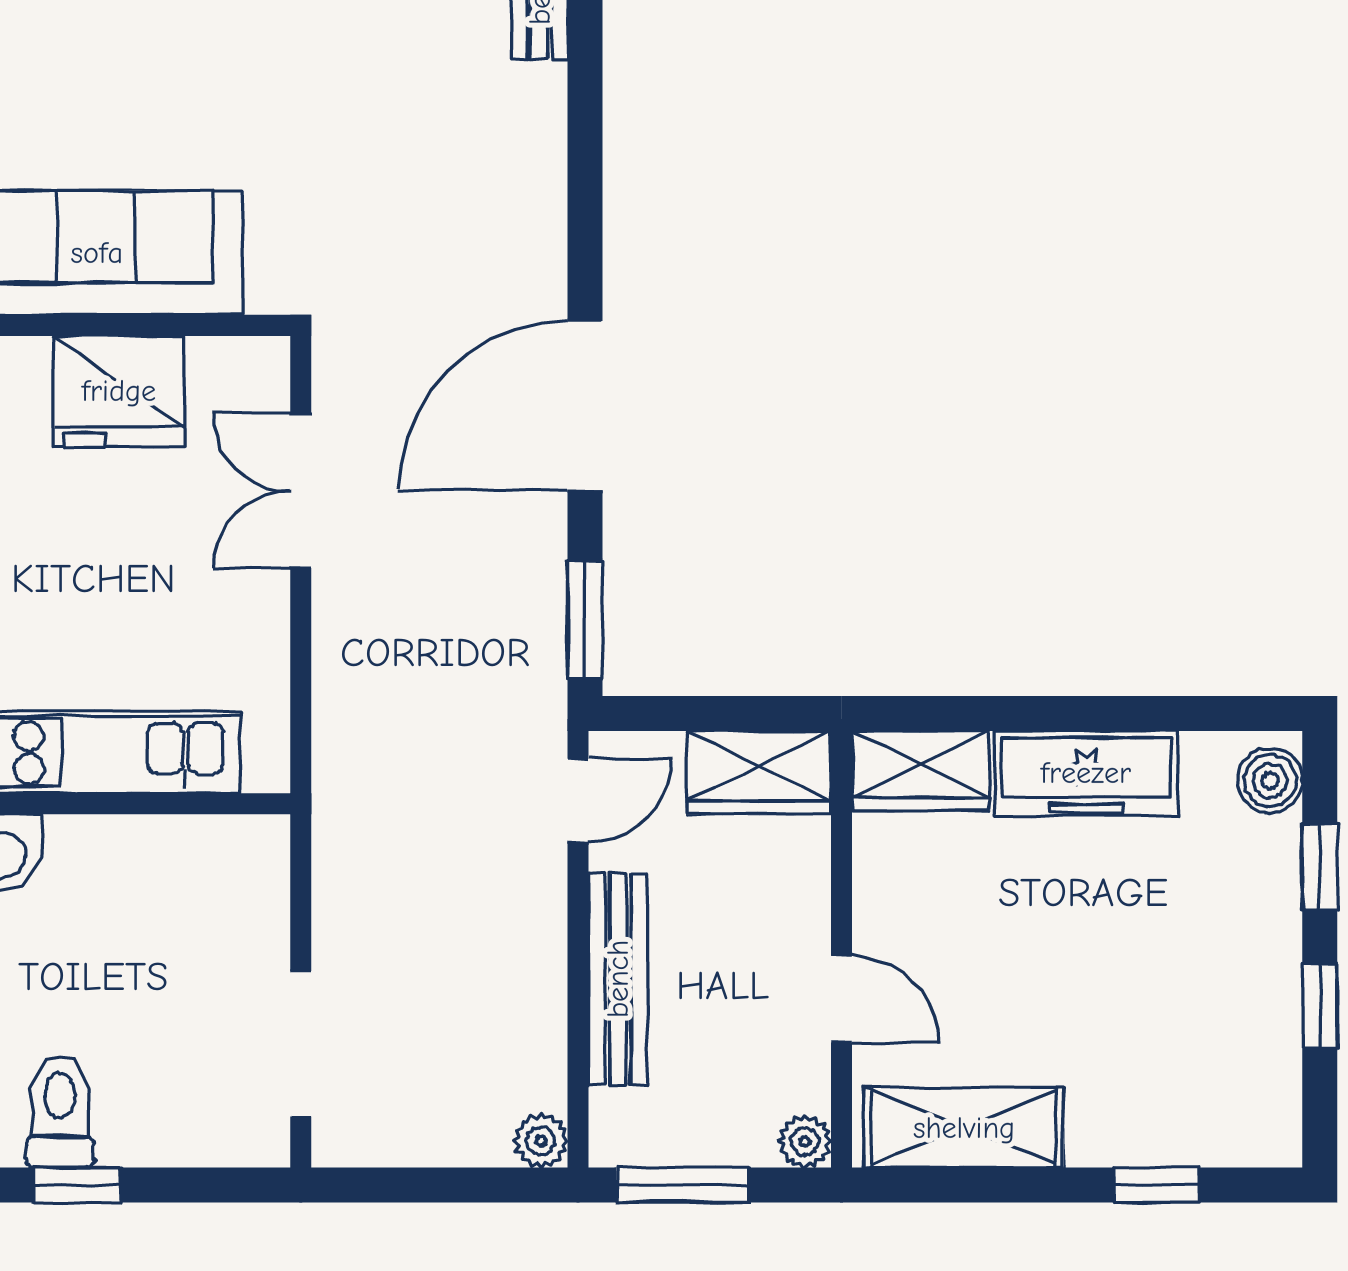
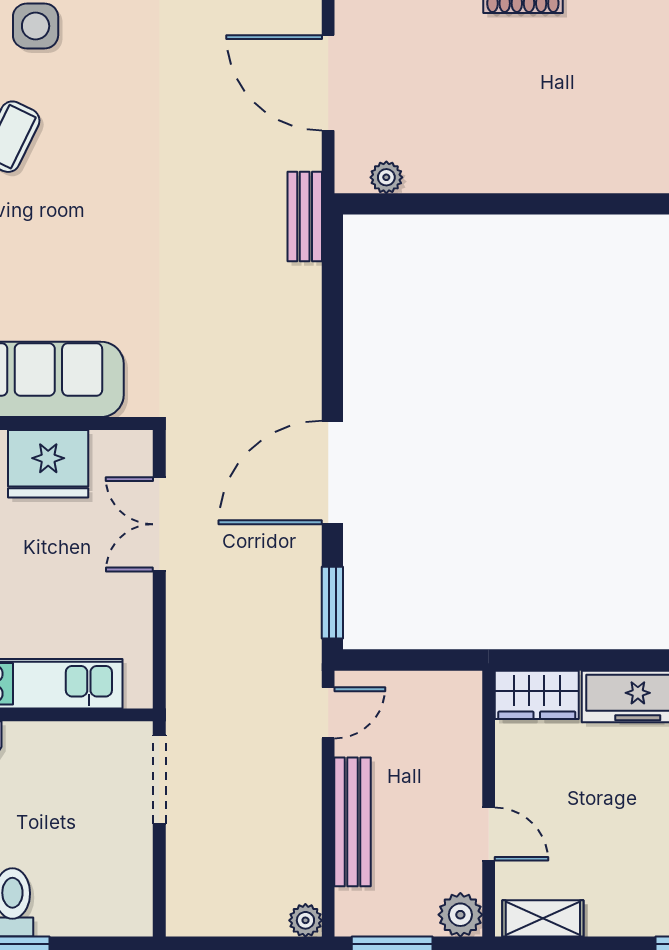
wardrobe: (759, 772) -> (438, 696), removed
doorway: (301, 1044) -> (159, 779), moved
shelving: (964, 1128) -> (543, 918), width x0.67, depth x0.75
plant: (805, 1141) -> (460, 915), width x1.38, depth x1.38

